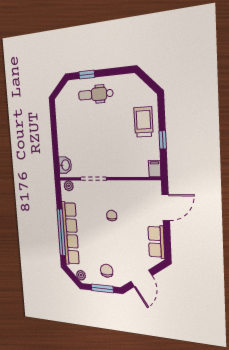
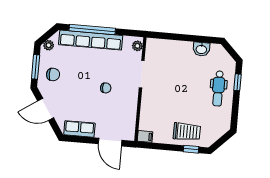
dental chair: (96, 94) -> (218, 89), turned 180
window: (163, 140) -> (191, 149), moved
washbasin: (65, 165) -> (201, 49), moved

